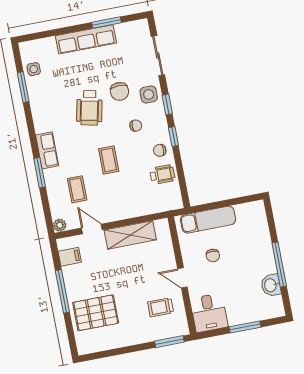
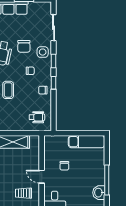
wheelchair: (162, 174) -> (37, 117), moved
exam couch: (208, 220) -> (86, 142), moved

